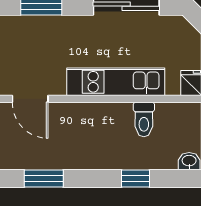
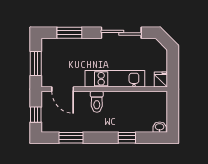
toilet: (144, 119) -> (97, 102), moved

